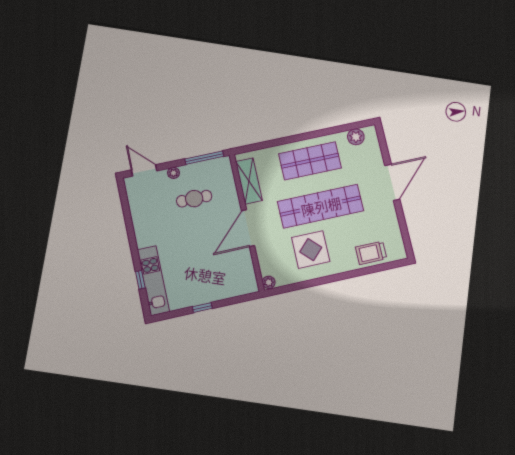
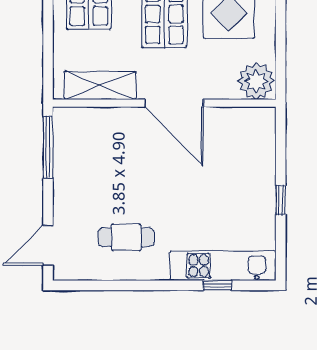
plant: (173, 173) -> (62, 200), removed
cafe table: (194, 199) -> (126, 237), moved, turned 90
plant: (269, 282) -> (256, 81), width x1.87, depth x1.87

